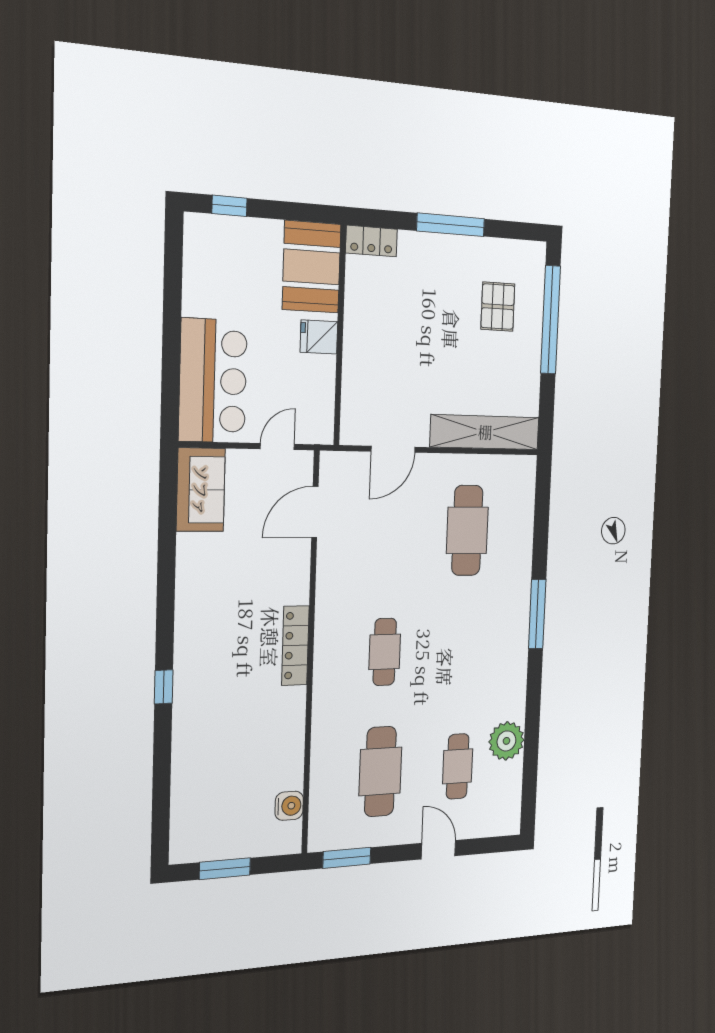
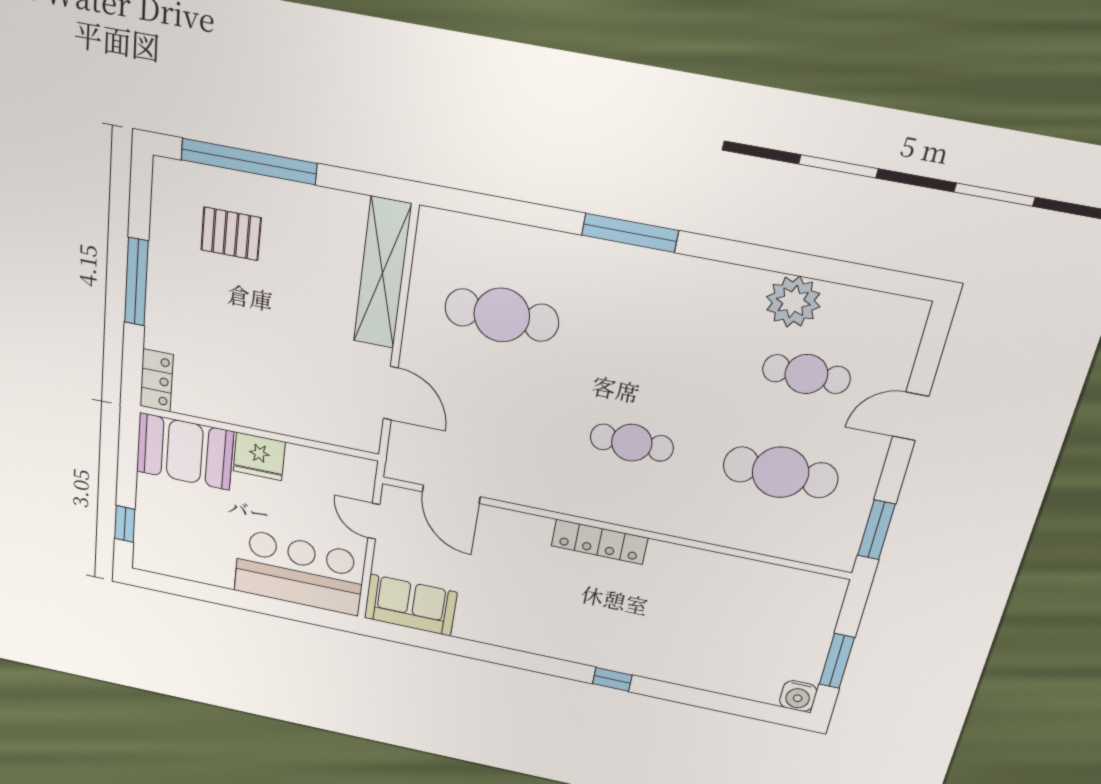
fridge: (319, 337) -> (259, 456), width x1.38
water cooler: (289, 806) -> (798, 696), moved, turned 180

